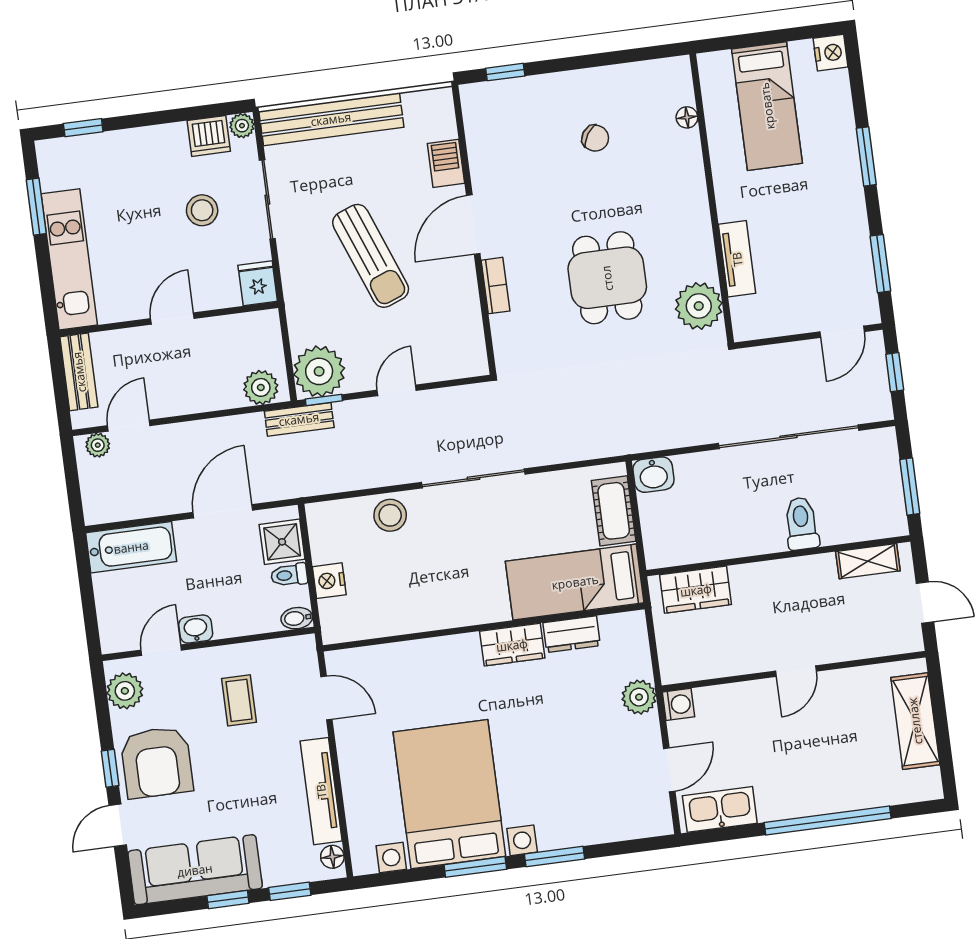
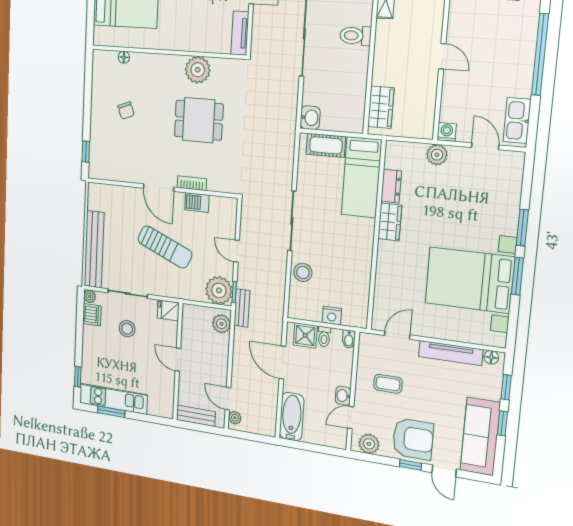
chair: (595, 138) -> (126, 110), turned 126
barbecue: (446, 163) -> (197, 202), moved
sun lounger: (371, 256) -> (165, 247), turned 44
kitchen unit: (69, 259) -> (113, 399), moved
tv unit: (737, 259) -> (240, 33), moved, turned -90
plant: (699, 306) -> (198, 70), moved
door: (161, 650) -> (351, 418), hinge flipped

